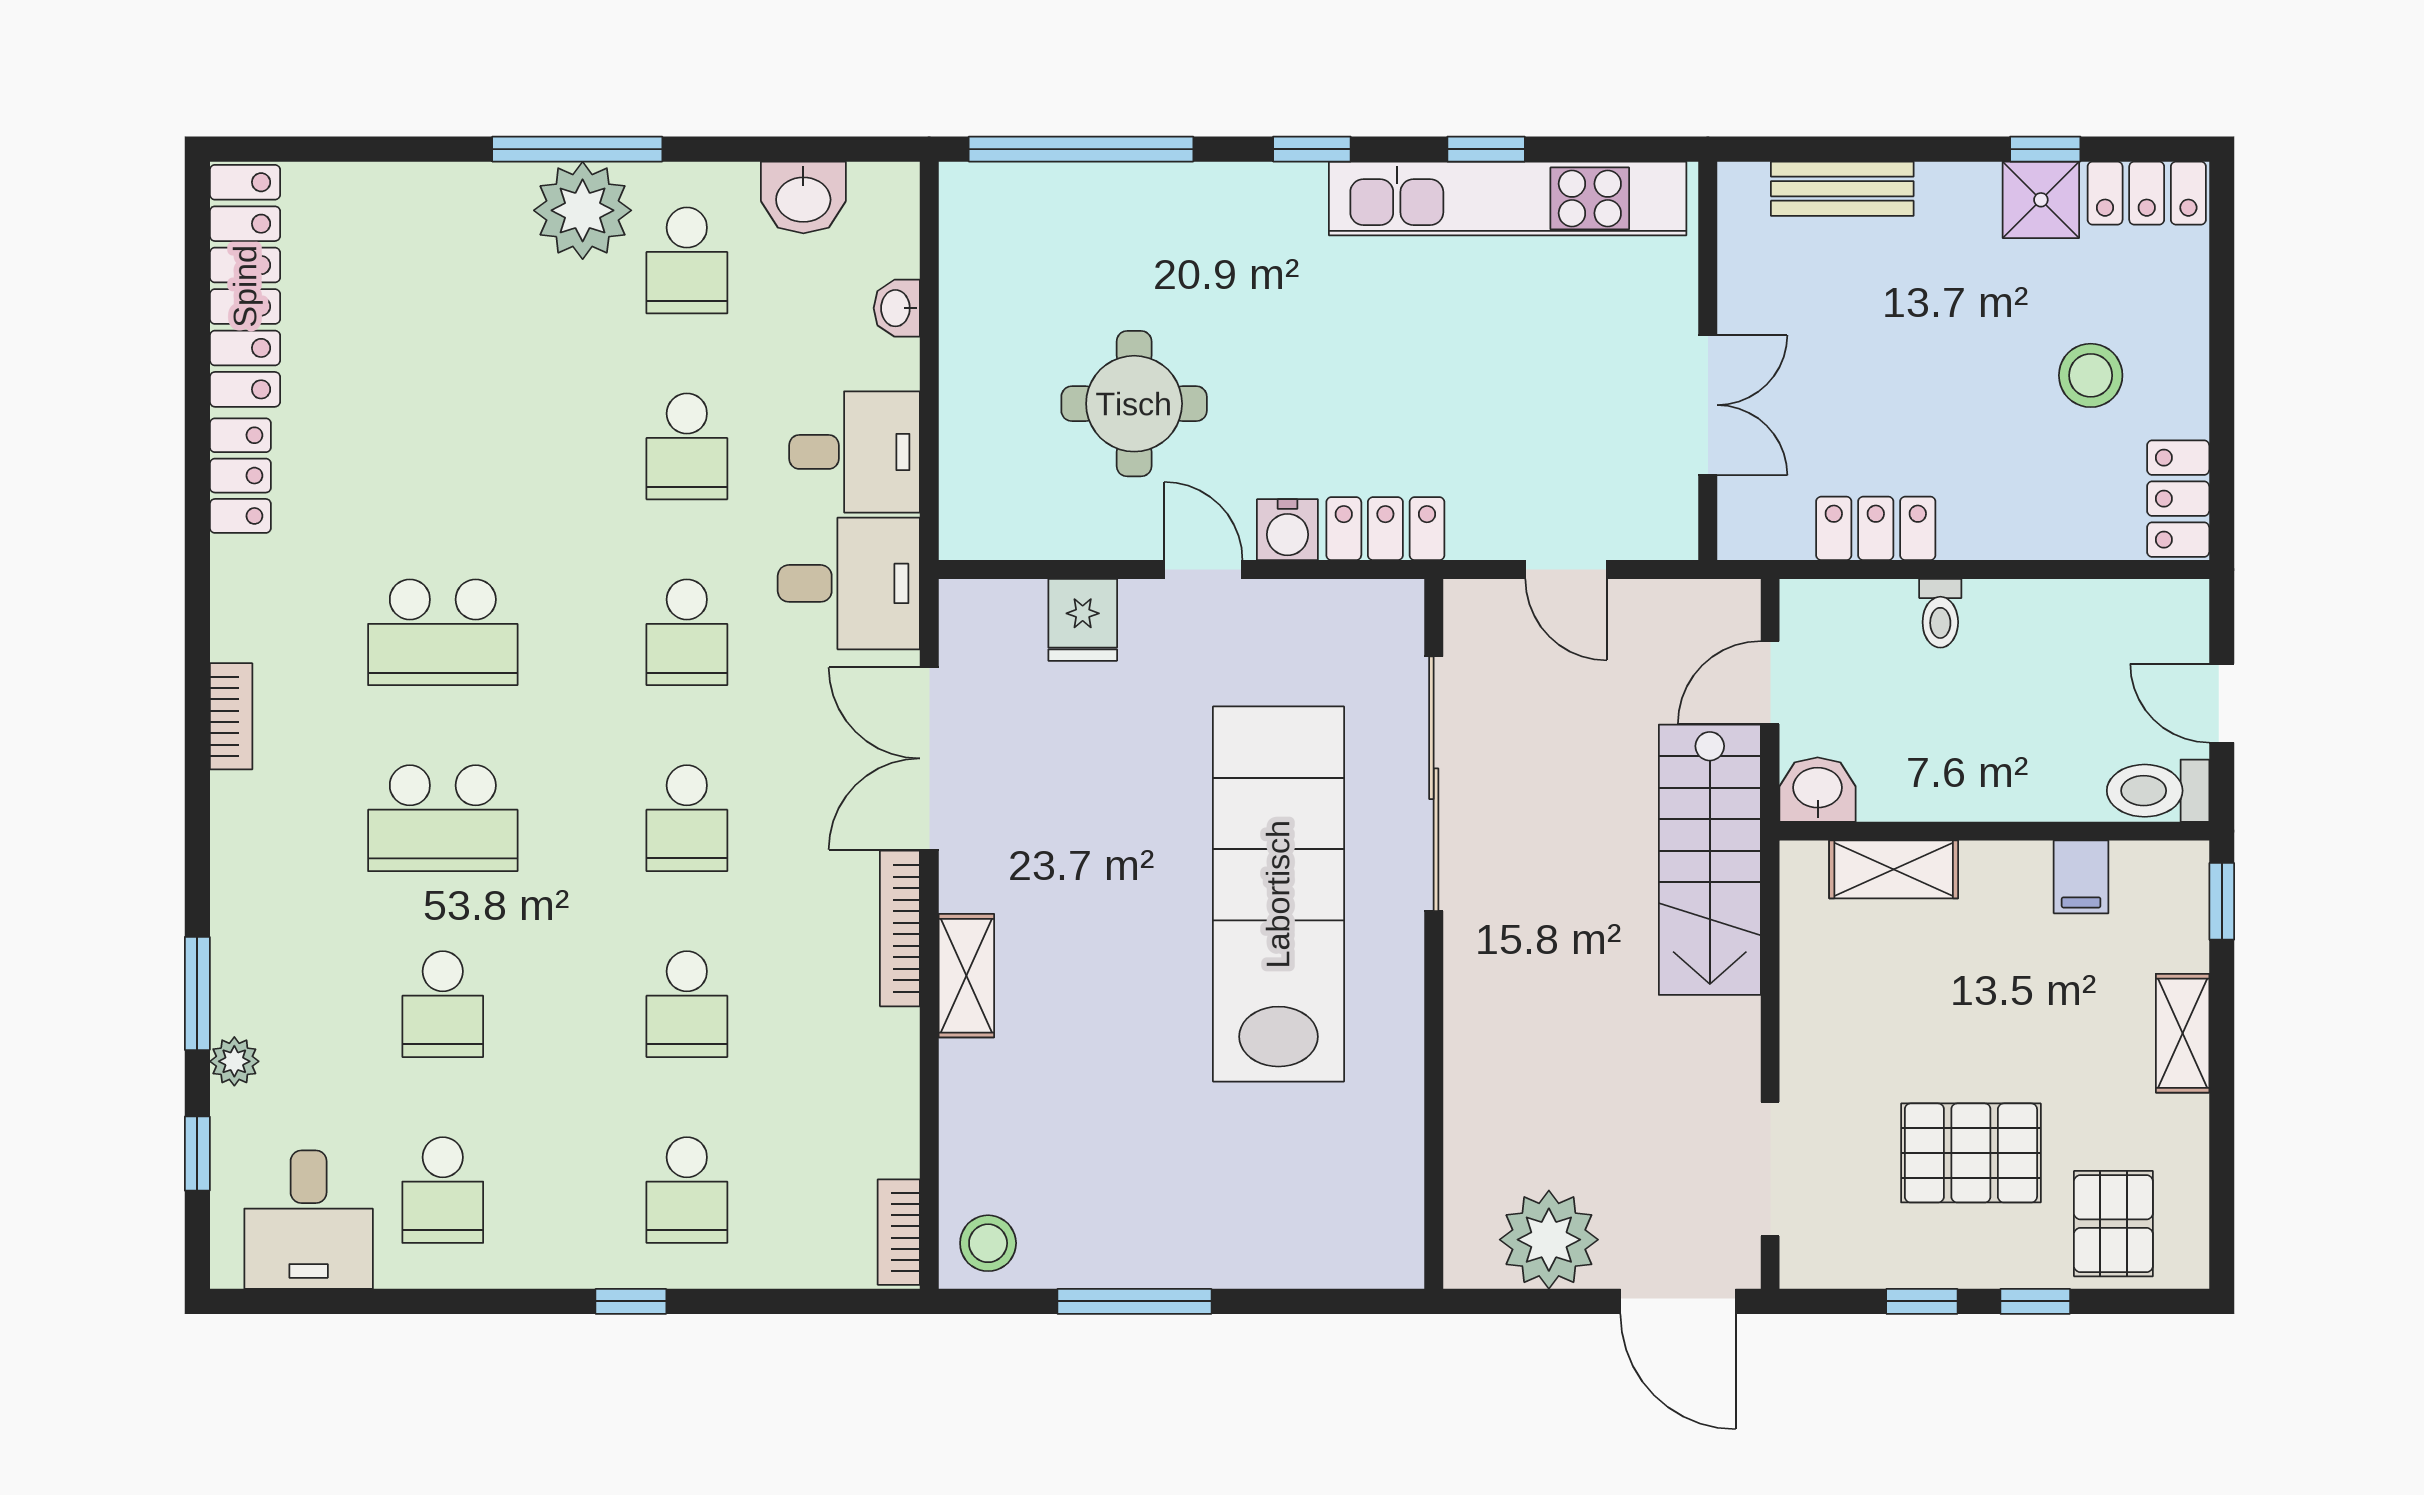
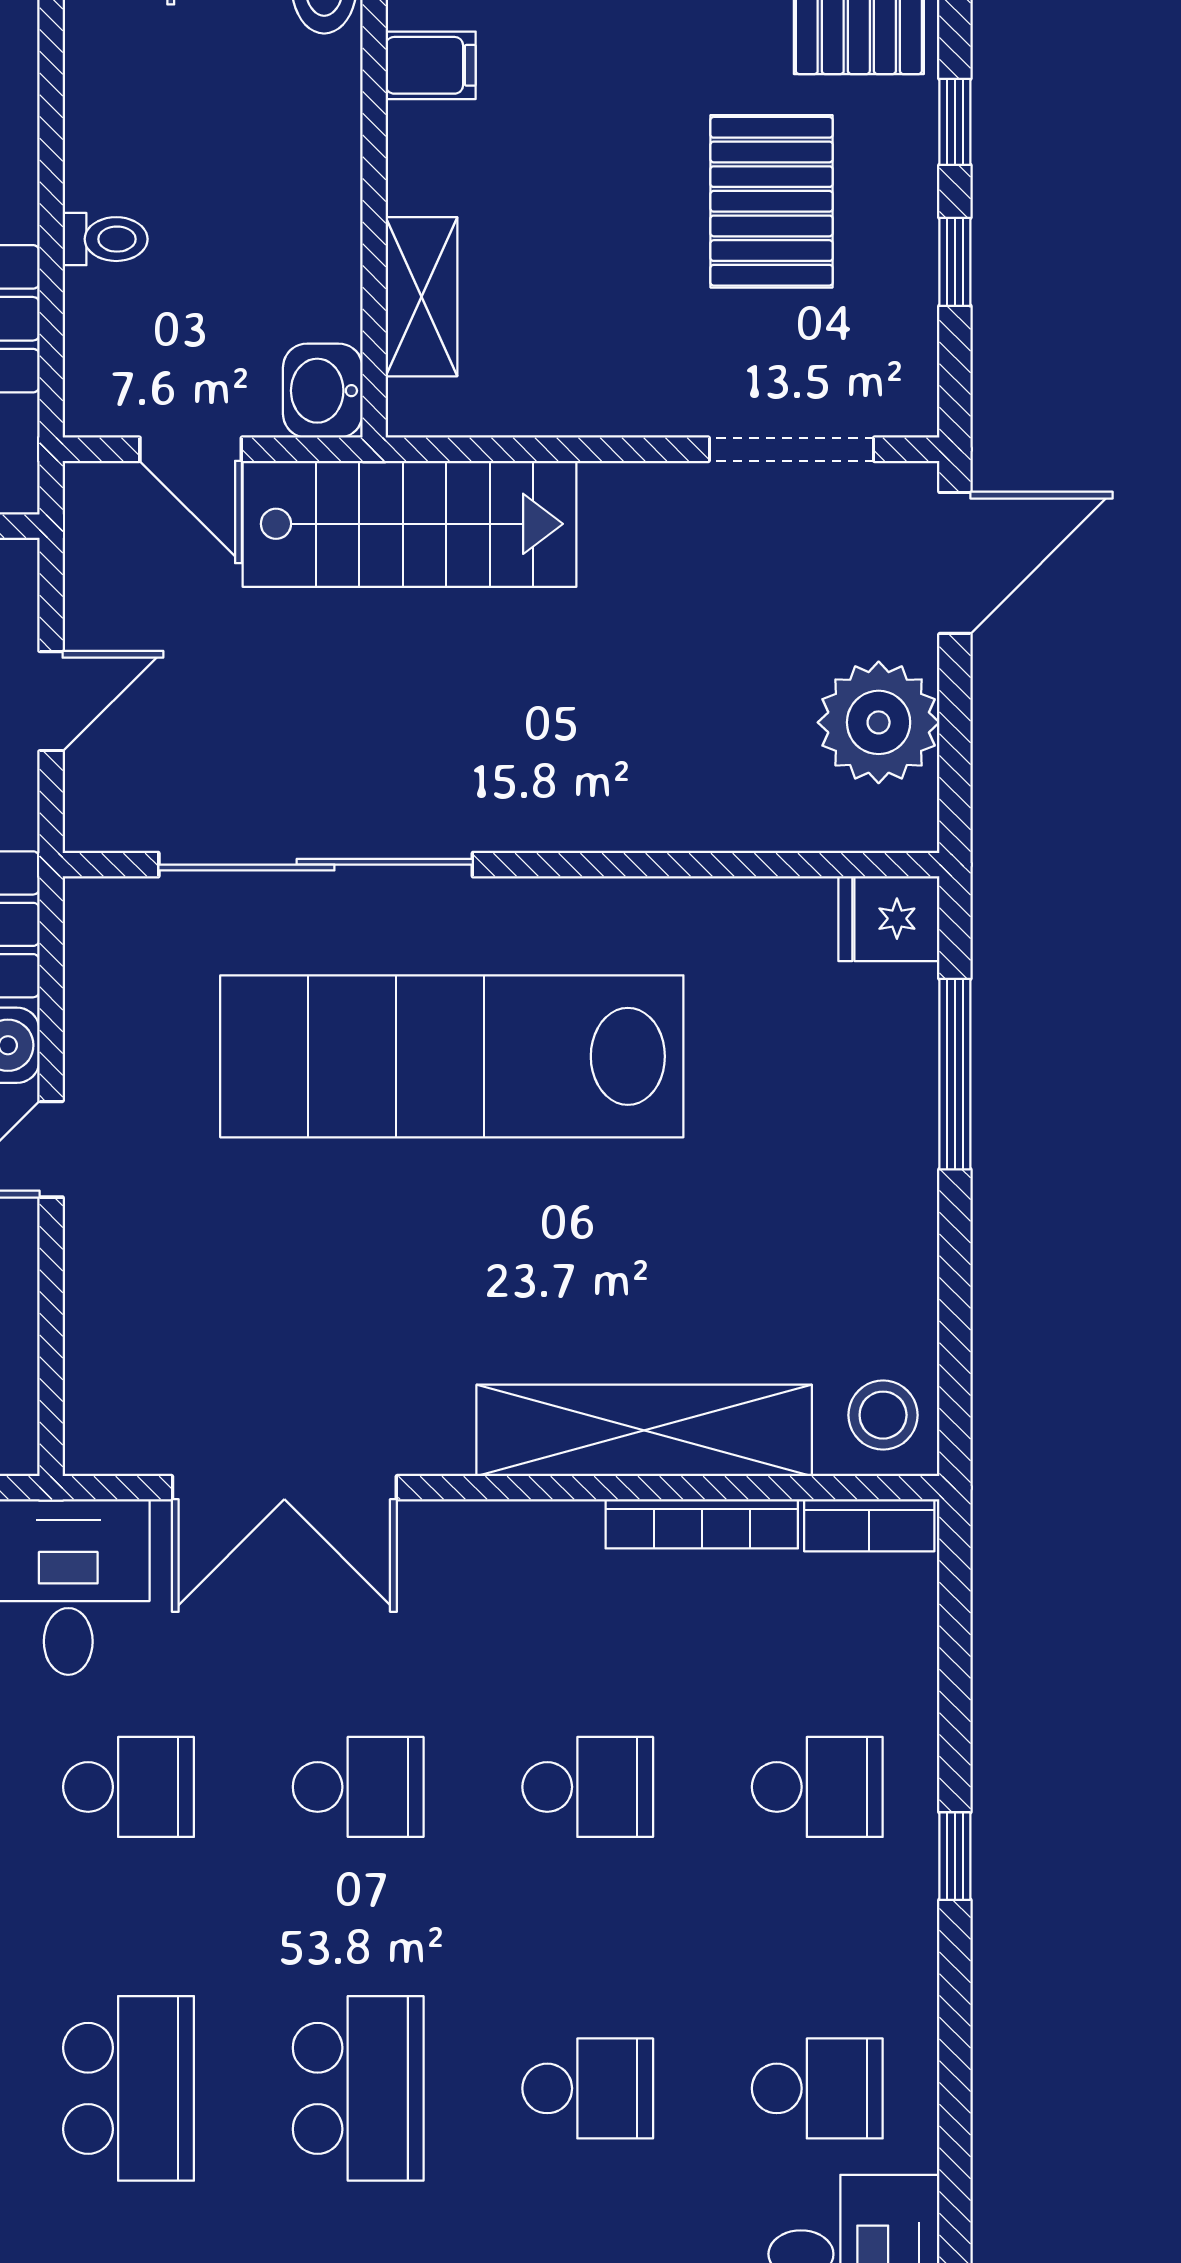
fridge: (1083, 620) -> (889, 919), moved, turned 180
bookcase: (900, 928) -> (702, 1524), moved
shelving: (966, 976) -> (644, 1430), width x2.20, depth x1.33
window: (1134, 1301) -> (955, 1074), moved

